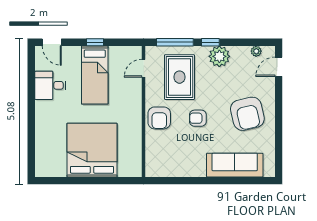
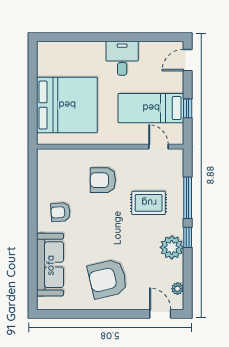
door: (144, 68) -> (158, 147), moved
rug: (180, 77) -> (149, 203), width x0.73, depth x0.70
desk: (50, 85) -> (122, 58), moved
wall: (144, 111) -> (110, 147), moved
armchair: (198, 118) -> (60, 212), moved, turned -94

